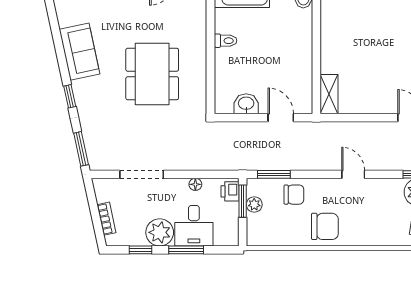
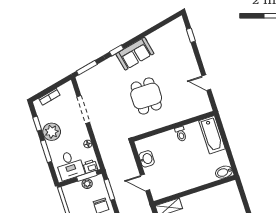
sofa: (79, 52) -> (135, 54), moved
dining table: (152, 74) -> (146, 96), width x0.73
door: (281, 118) -> (145, 183), swing flipped
desk: (194, 226) -> (70, 165), moved, turned -90

